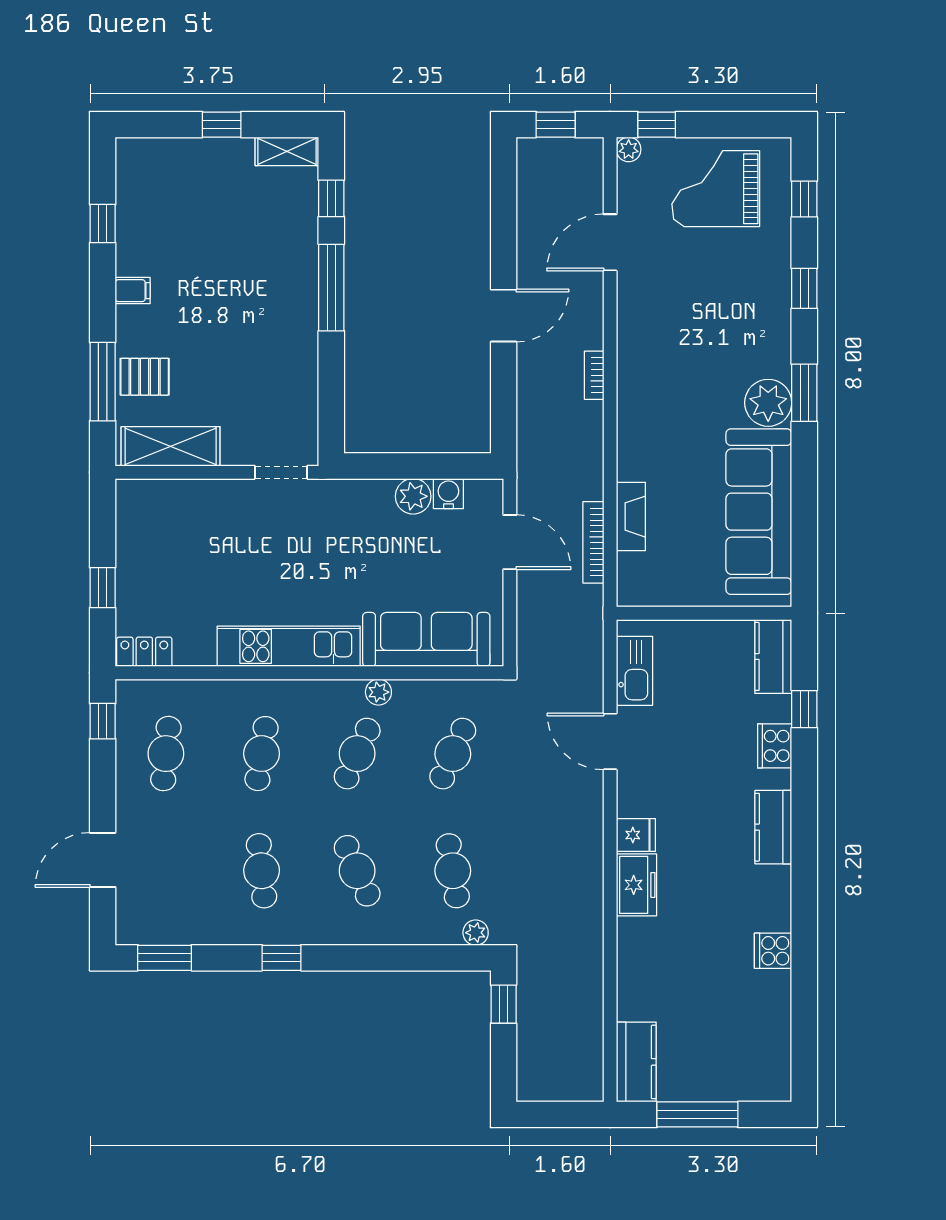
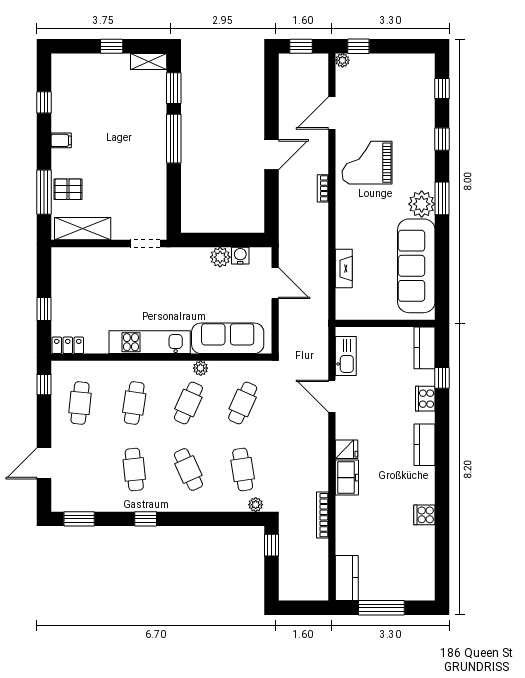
grand piano: (716, 189) -> (367, 163), moved
window: (331, 198) -> (174, 88), width x1.50
bookcase: (593, 542) -> (322, 515), moved

